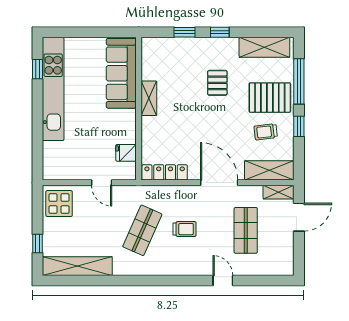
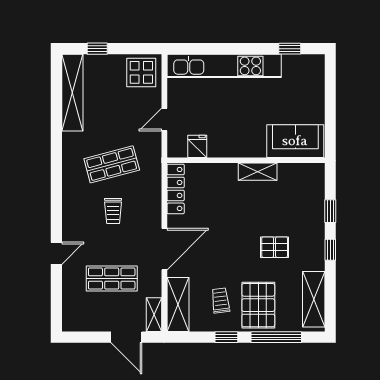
sofa: (121, 73) -> (295, 141), width x0.73
kitchen unit: (53, 89) -> (224, 66), moved
shop shelf: (142, 230) -> (112, 164), turned -39

